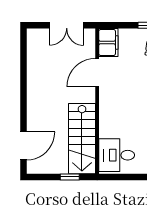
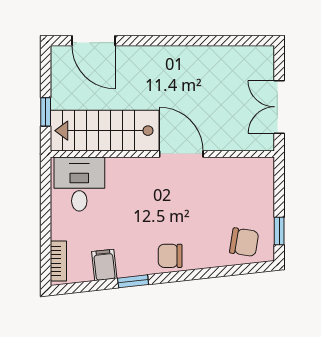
filing cabinet: (108, 43) -> (253, 171), removed
door: (97, 73) -> (181, 154), moved

